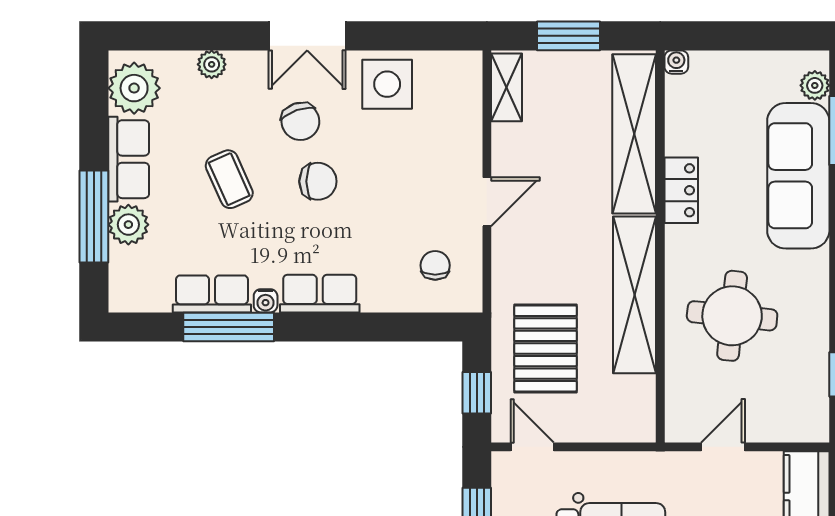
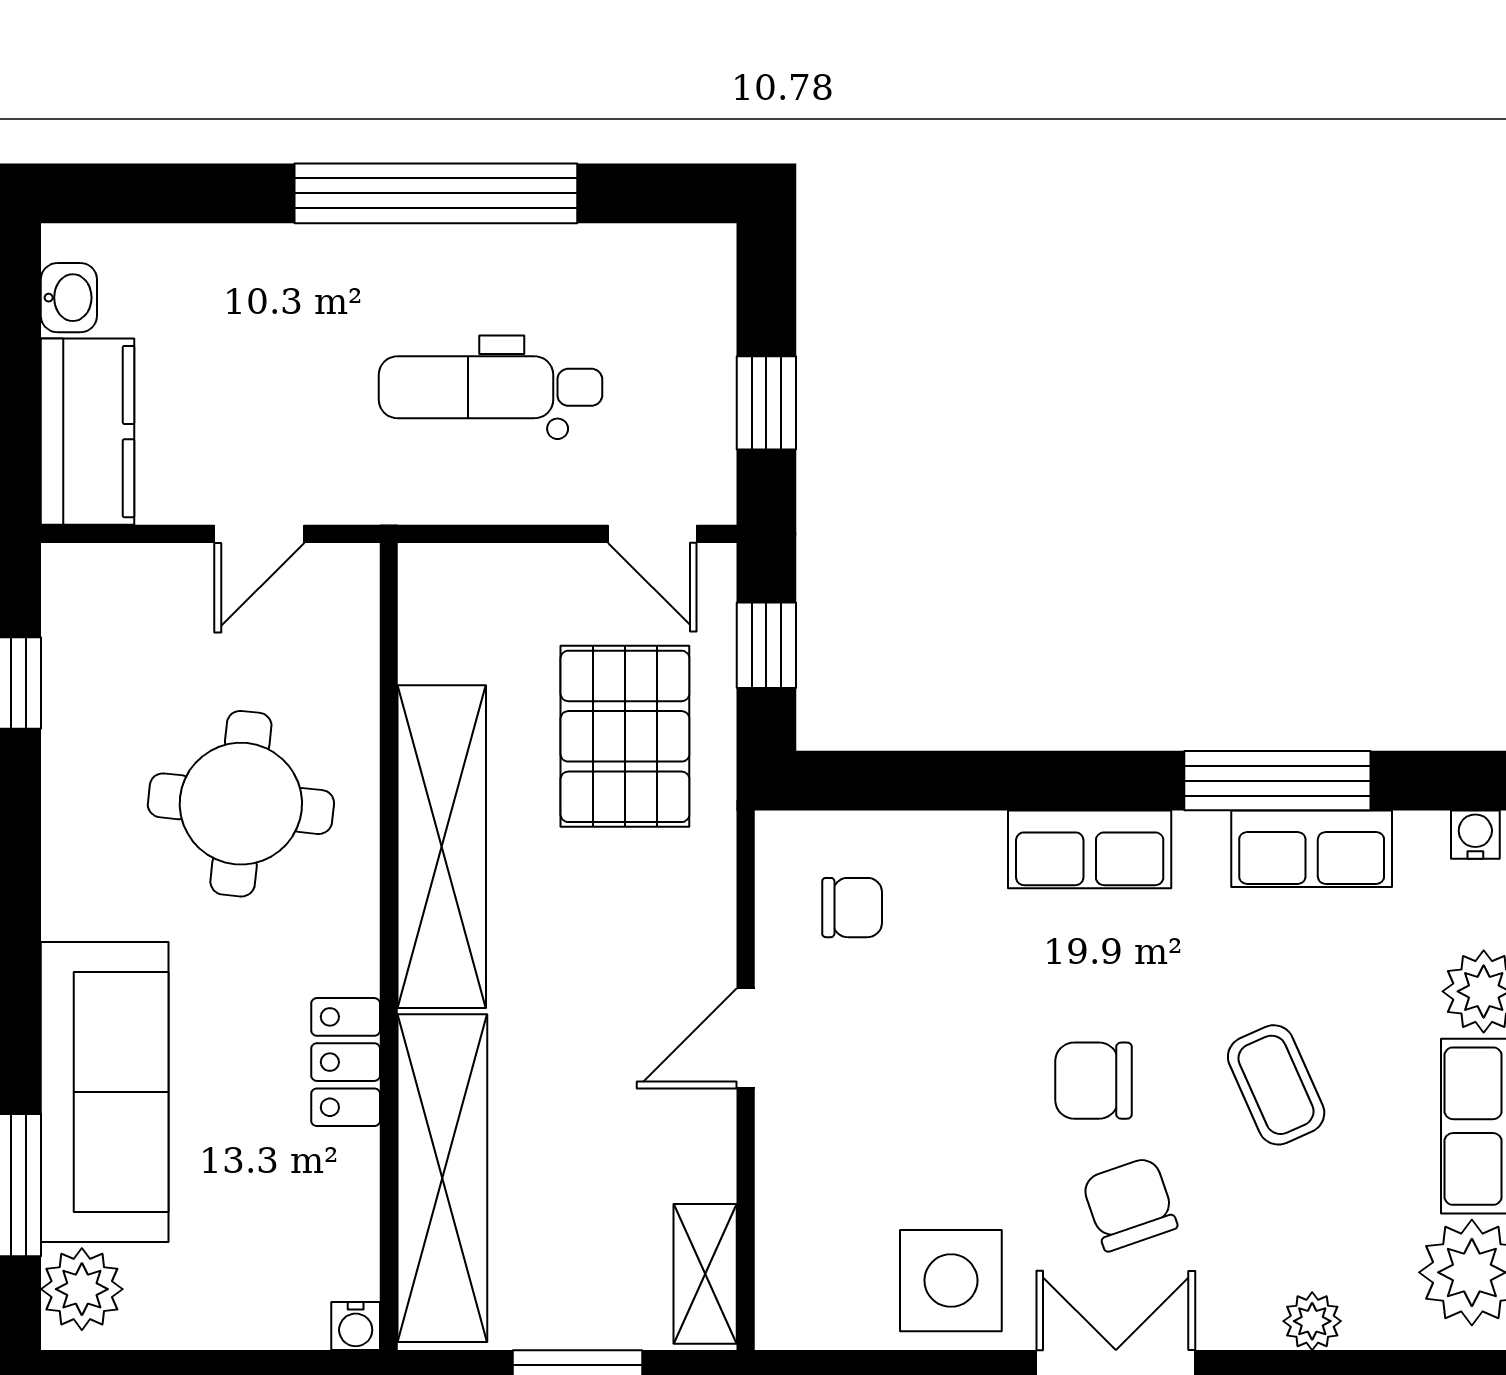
plant: (815, 85) -> (82, 1289), width x1.38, depth x1.38
chair: (435, 265) -> (852, 908), turned -90
water cooler: (266, 301) -> (1475, 835), moved

